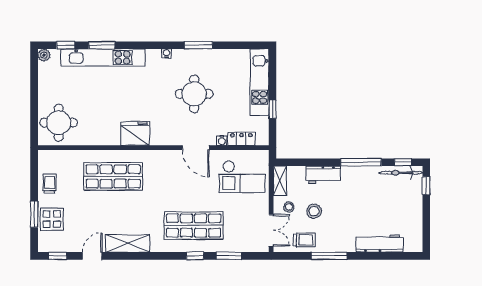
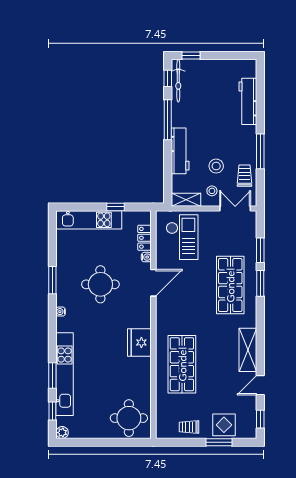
workbench: (323, 175) -> (180, 151), width x1.38
door: (92, 256) -> (260, 385), hinge flipped
window: (195, 256) -> (260, 283), width x1.50

